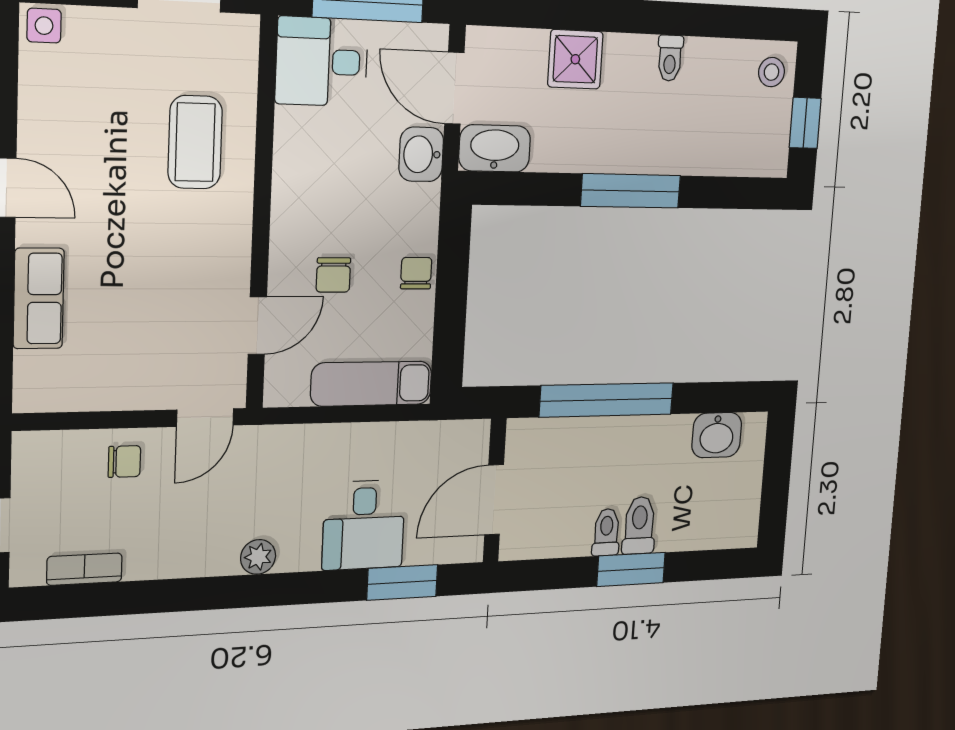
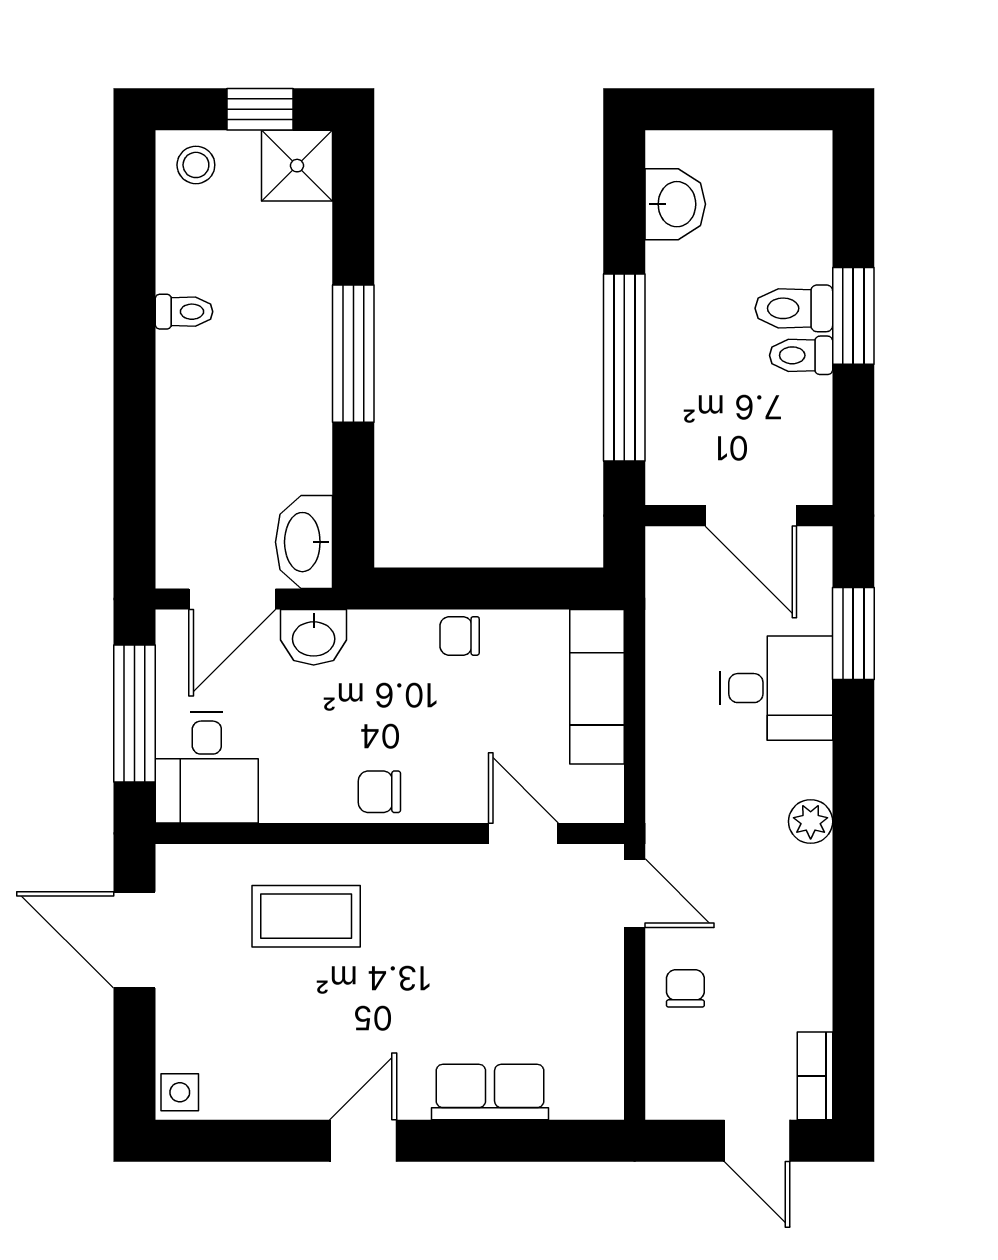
shower: (575, 59) -> (297, 166), moved
chair: (333, 275) -> (379, 792), moved, turned 180
bookcase: (84, 569) -> (815, 1076), moved

